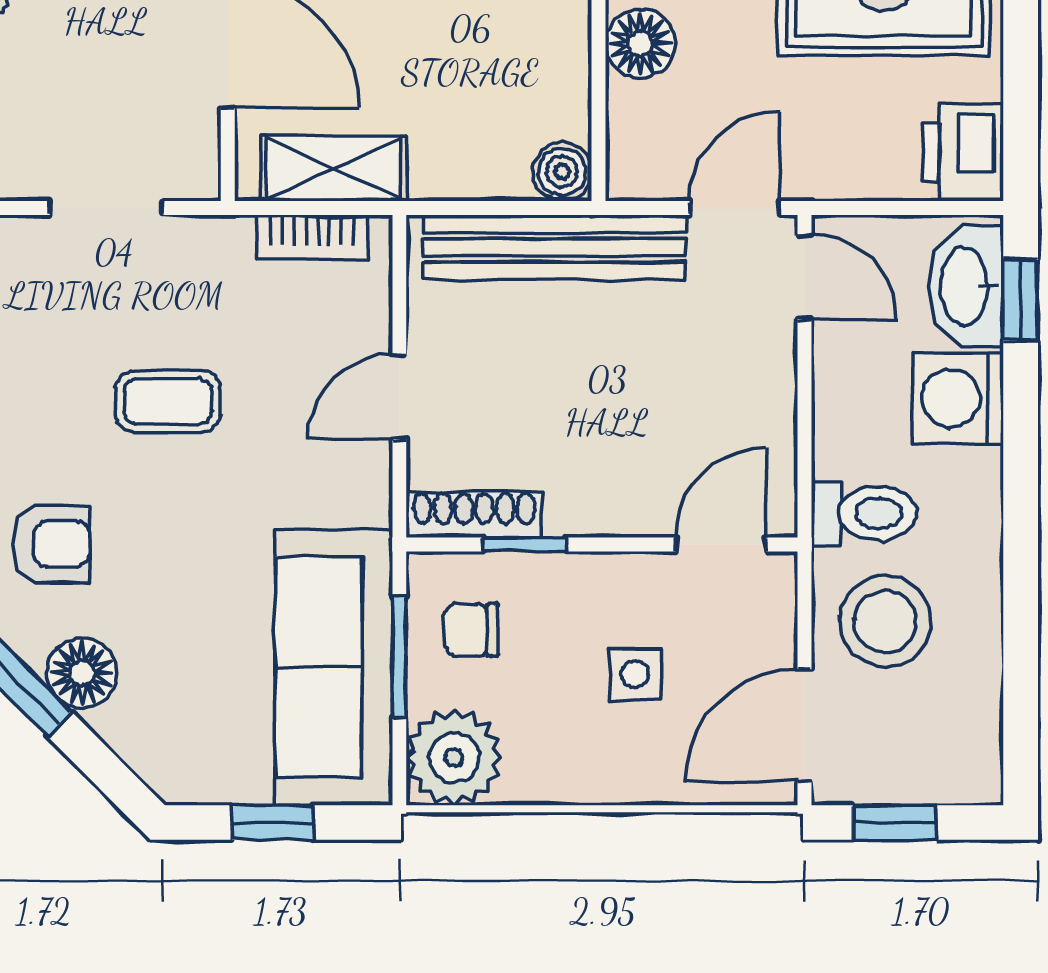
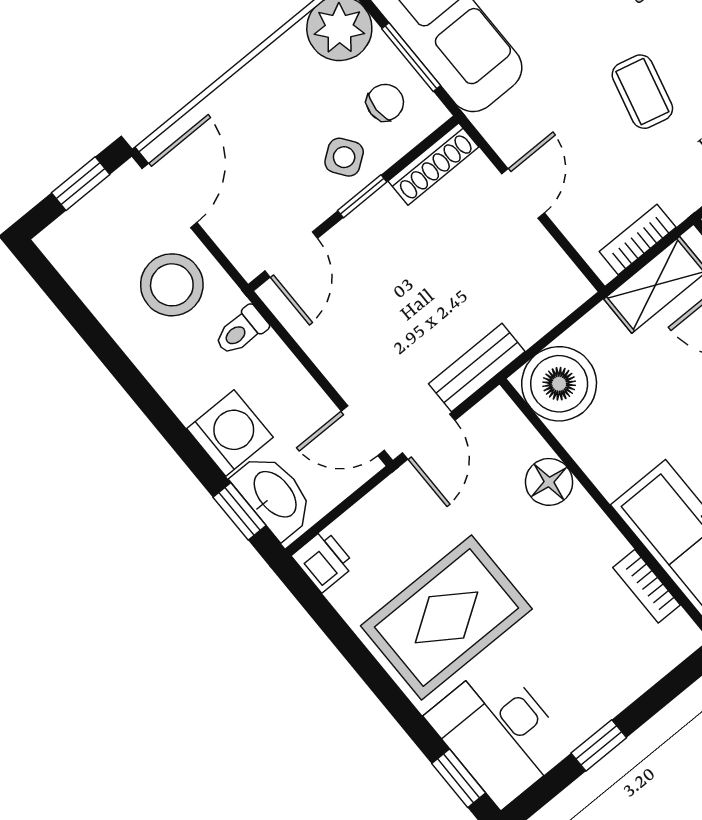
printer: (963, 152) -> (323, 561), width x0.73, depth x0.81
boiler: (562, 172) -> (559, 384), width x1.86, depth x1.86
bench: (555, 248) -> (477, 368), width x0.54, depth x0.82
coffee table: (168, 401) -> (642, 92), turned -76
toilet: (864, 513) -> (241, 331), width x0.73, depth x0.72
window: (524, 544) -> (362, 196), moved
side table: (635, 674) -> (344, 157), moved, turned -36

